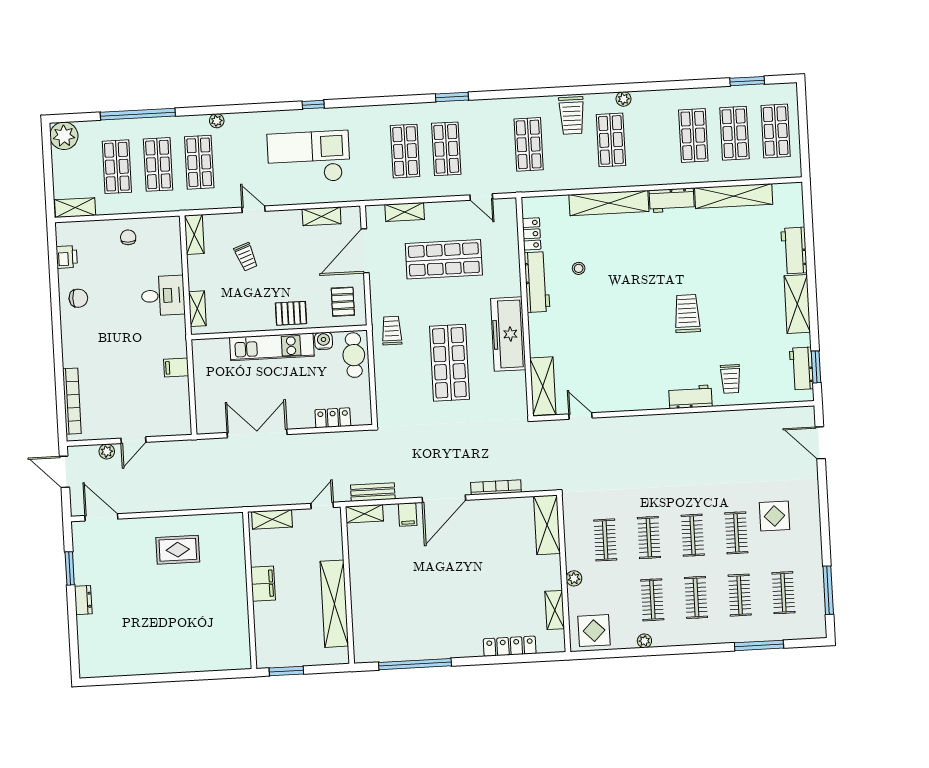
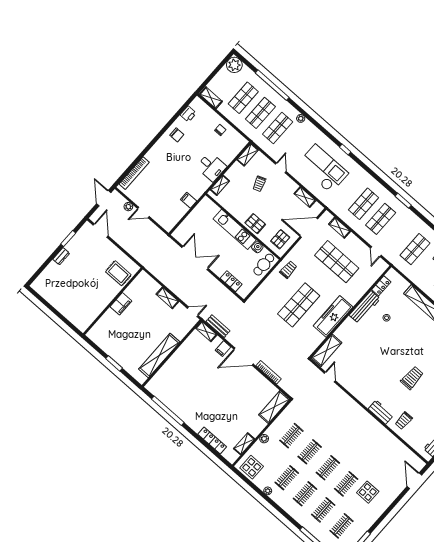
filing cabinet: (263, 584) -> (121, 304), moved
wall: (250, 590) -> (113, 301), moved

